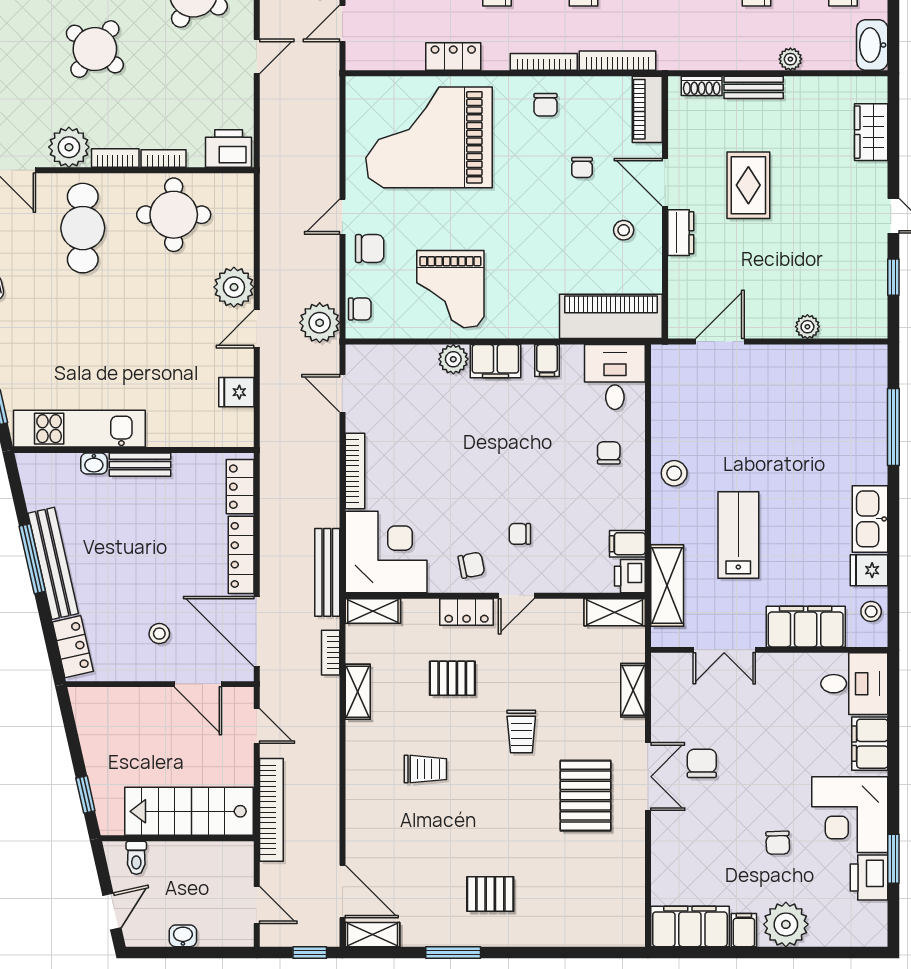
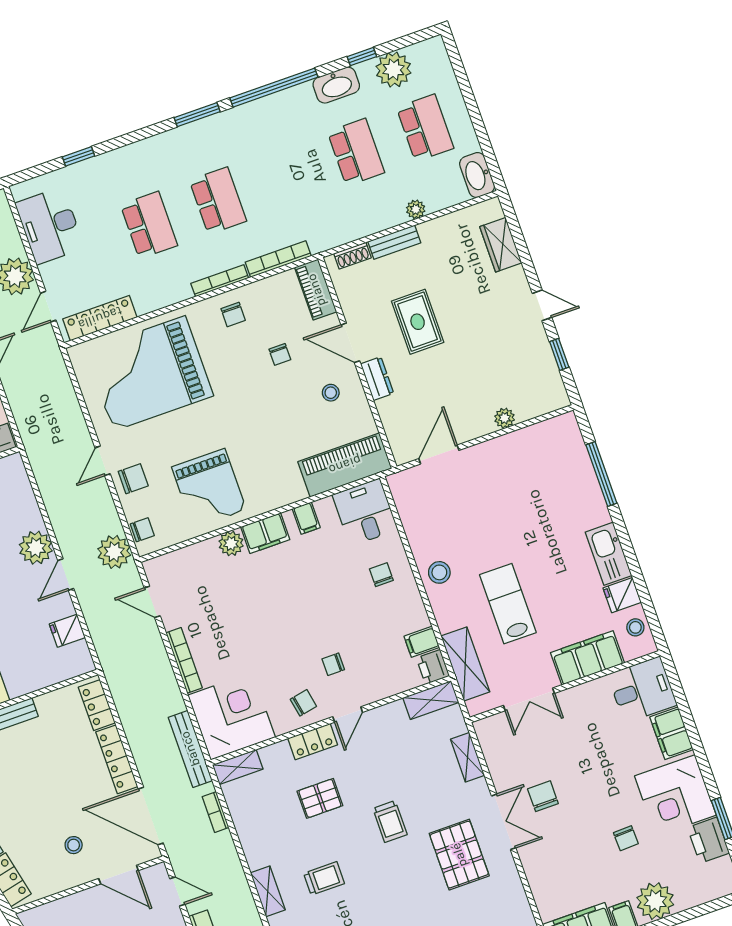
locker: (453, 57) -> (100, 318), moved, width x1.53
shelving: (358, 692) -> (268, 891), moved

